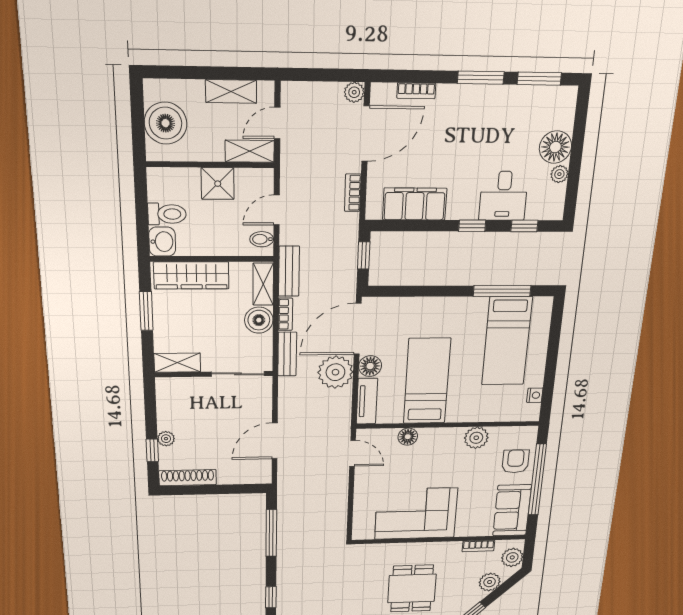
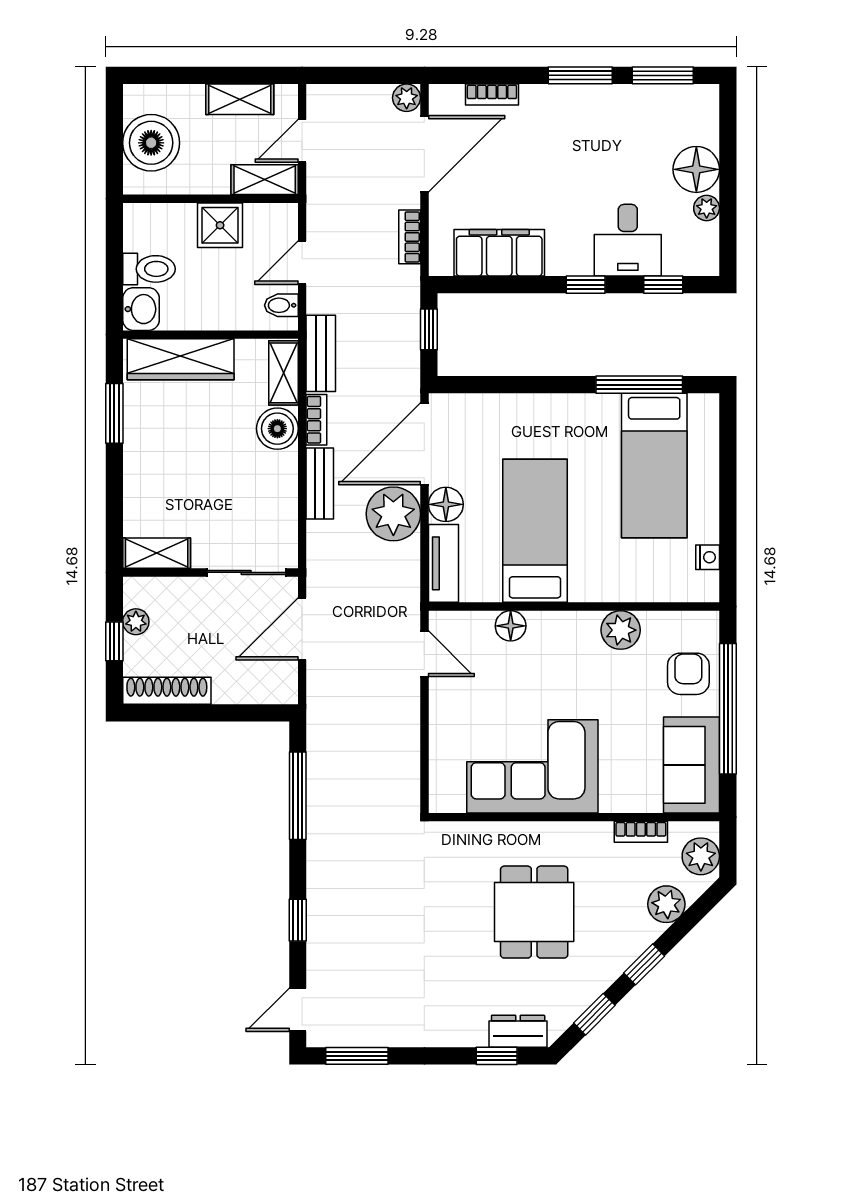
shelving: (177, 363) -> (157, 553), moved
wall: (214, 374) -> (210, 572), moved
sliding door: (238, 374) -> (246, 572), moved

